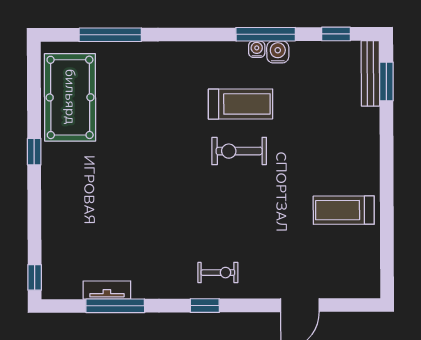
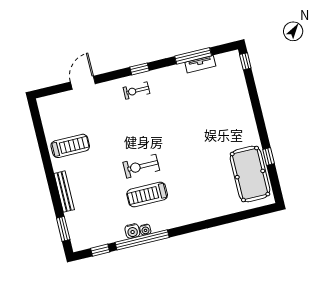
window: (266, 34) -> (142, 240), width x1.46
window: (110, 35) -> (235, 217), removed
bench: (370, 73) -> (64, 192), moved
exercise bike: (239, 151) -> (141, 166), turned 180
window: (34, 152) -> (269, 157), moved

